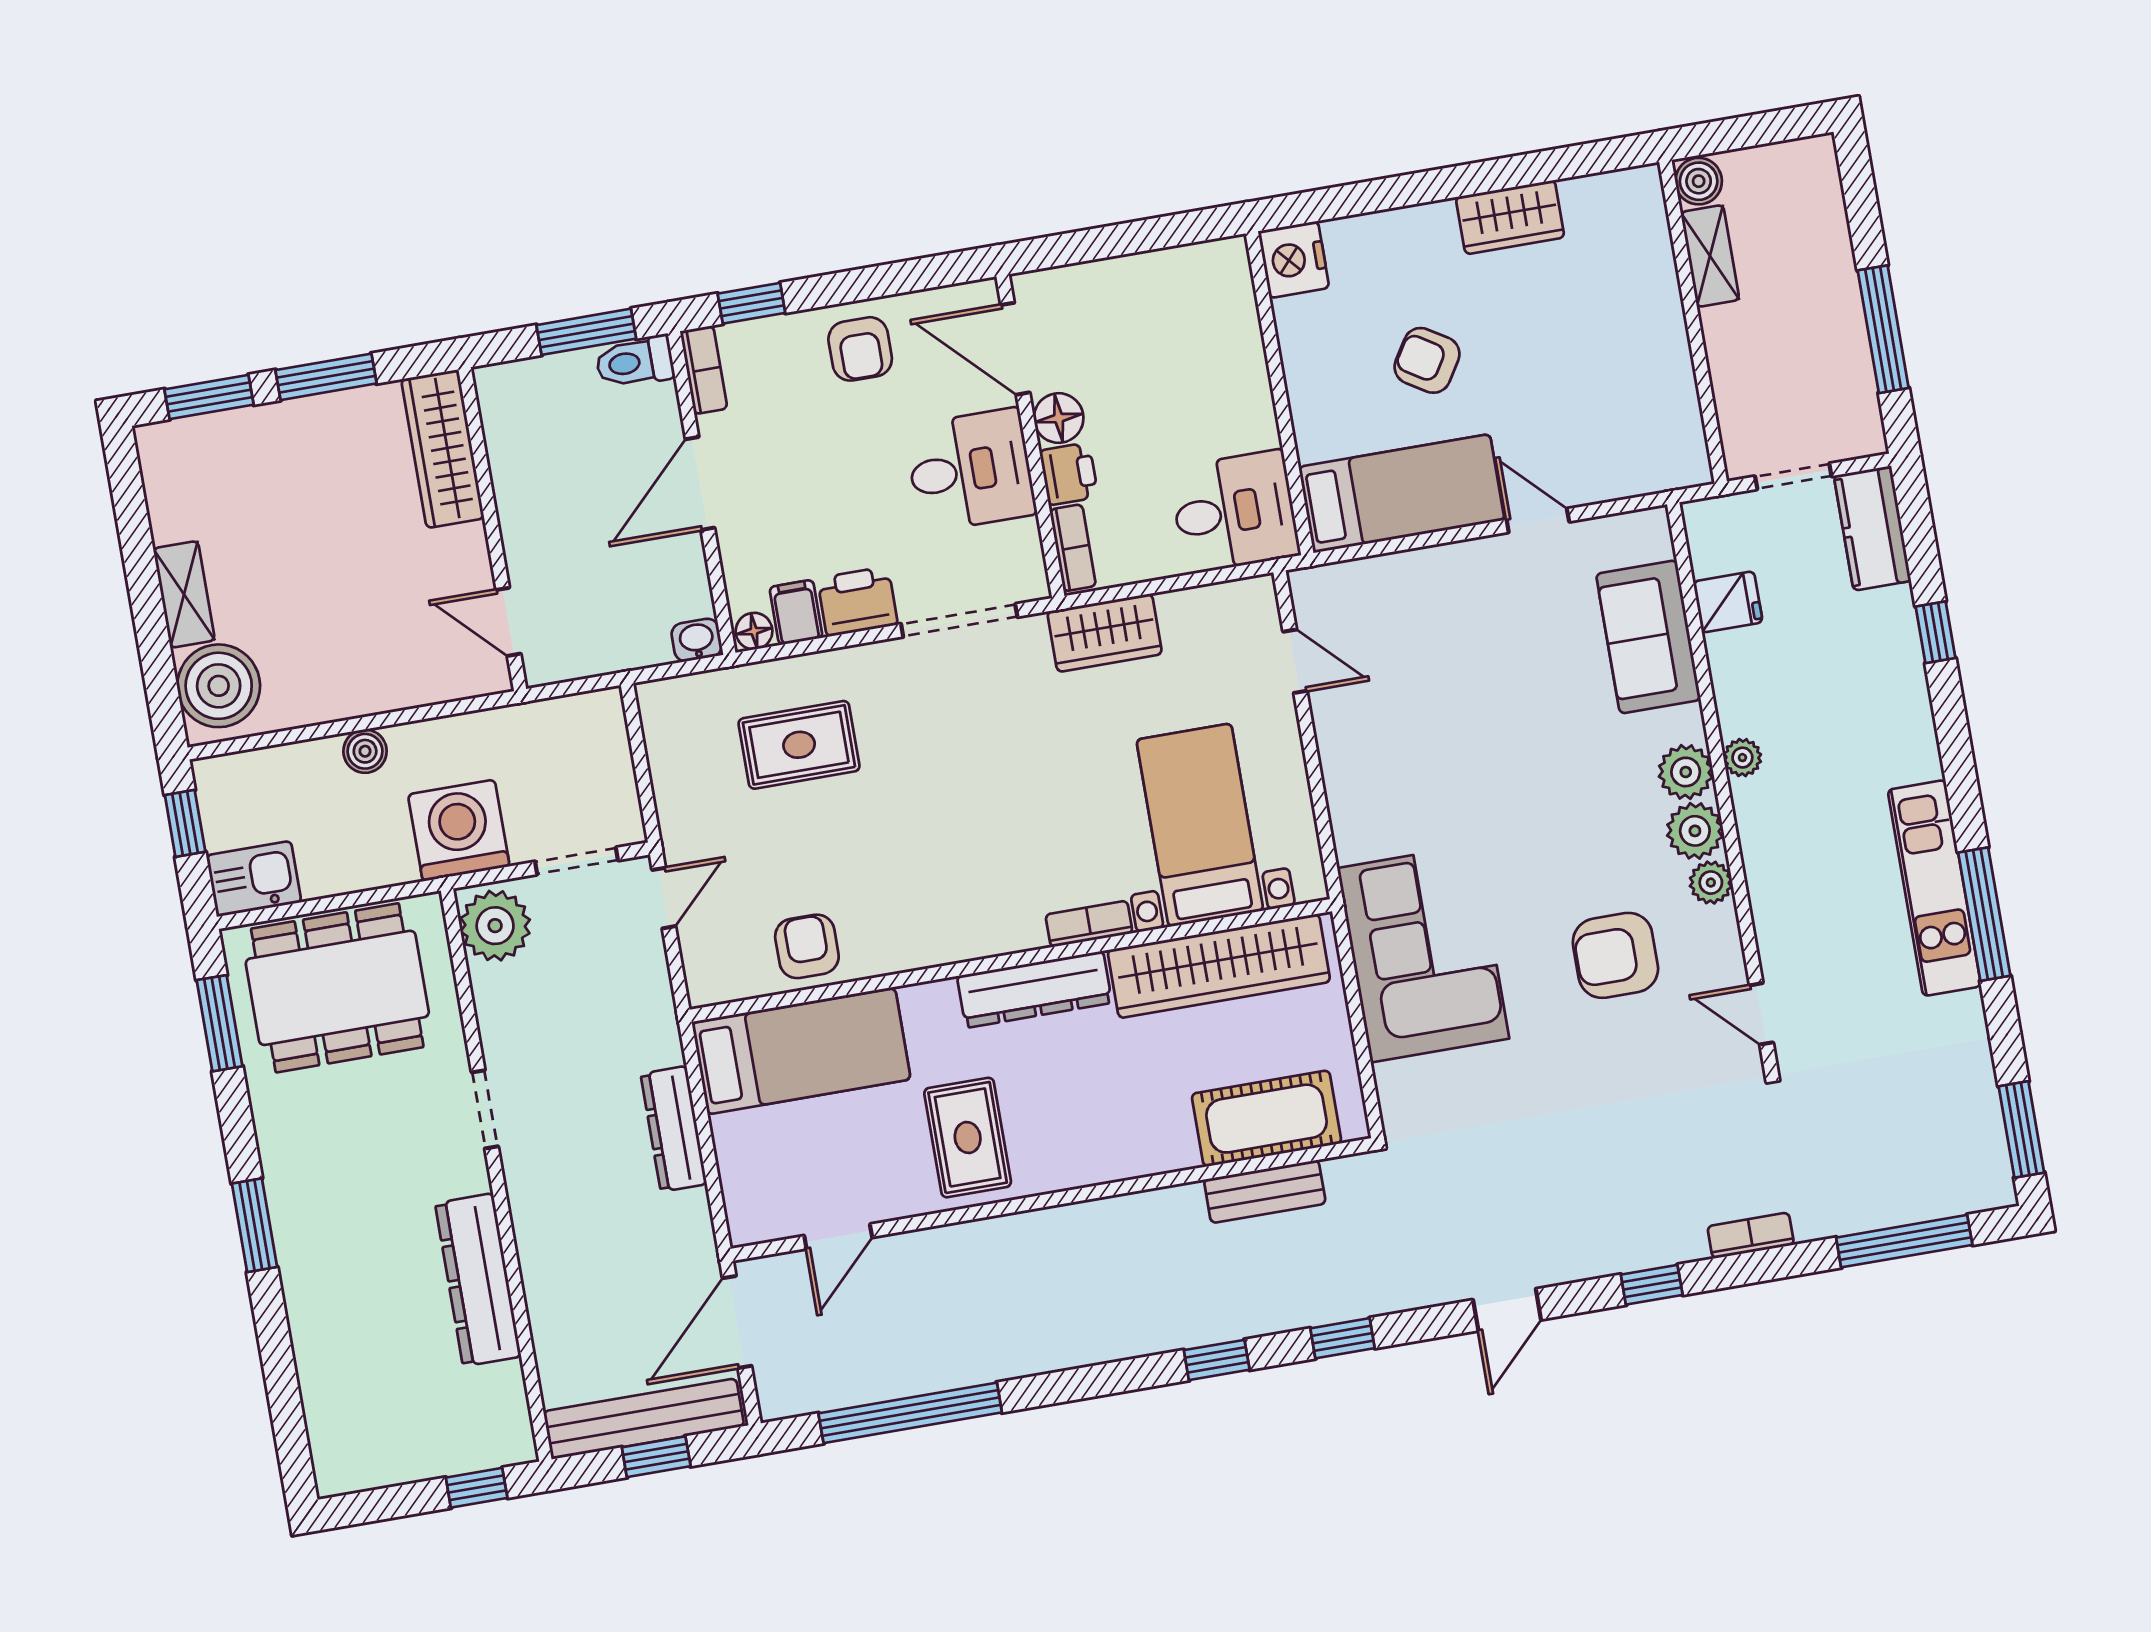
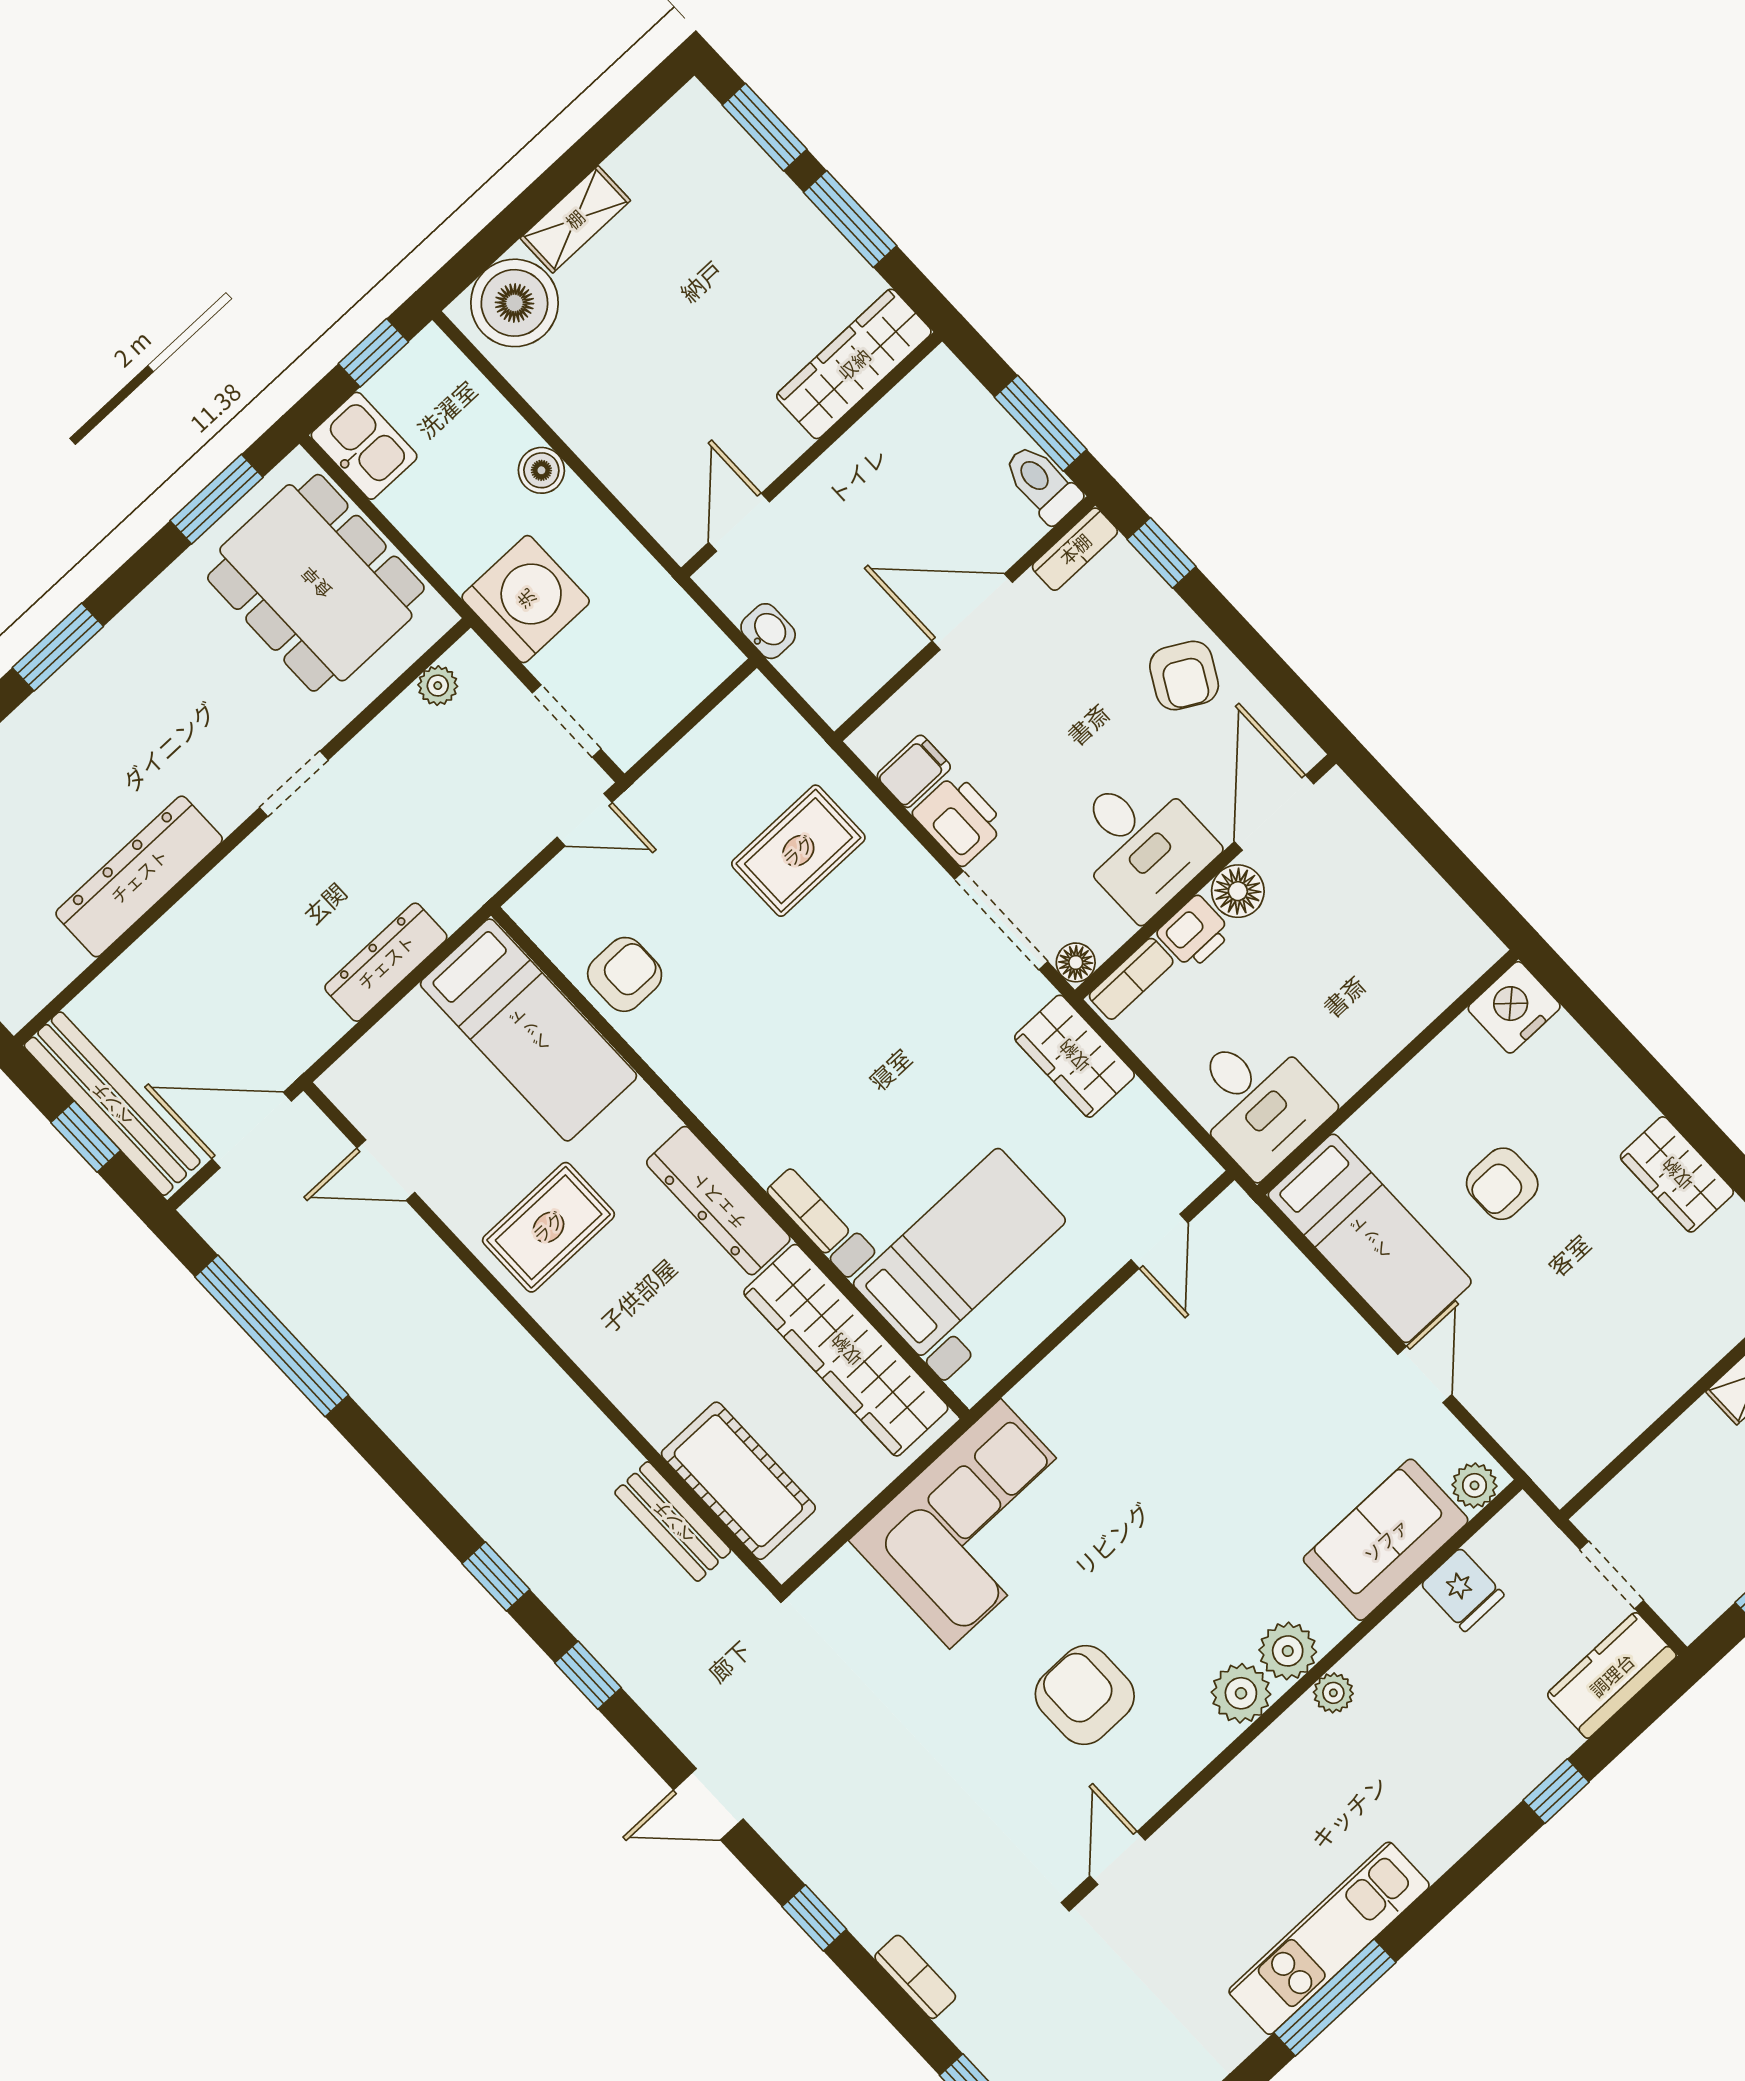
armchair: (860, 349) -> (1184, 676), turned -61
armchair: (1427, 360) -> (1502, 1184), turned -122
floor lamp: (754, 631) -> (1076, 962), moved
washbasin: (697, 640) -> (768, 631), moved
rug: (799, 745) -> (798, 851), turned 90
plant: (1711, 883) -> (1474, 1485), moved
plant: (495, 926) -> (438, 686), width x0.53, depth x0.53

